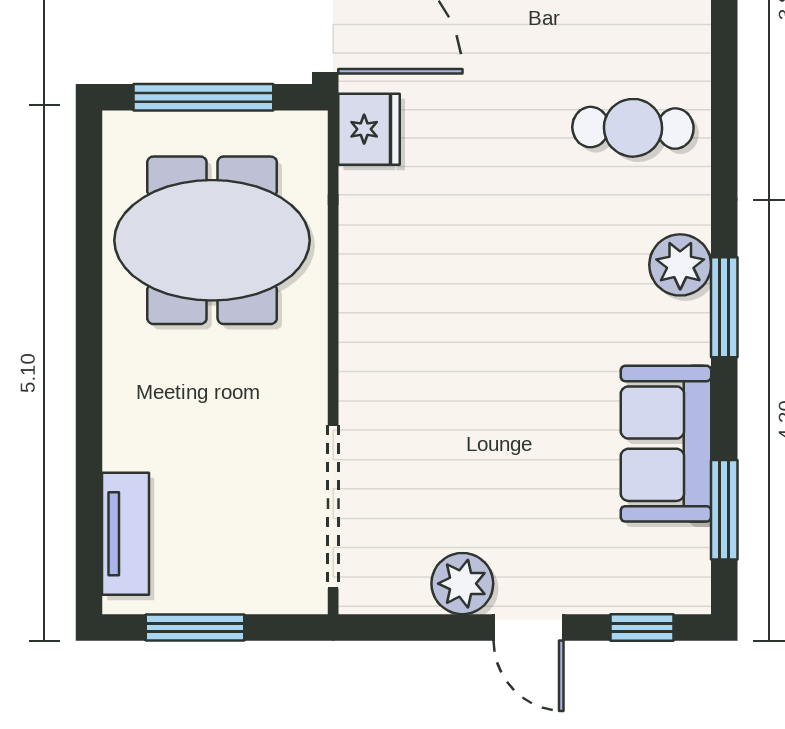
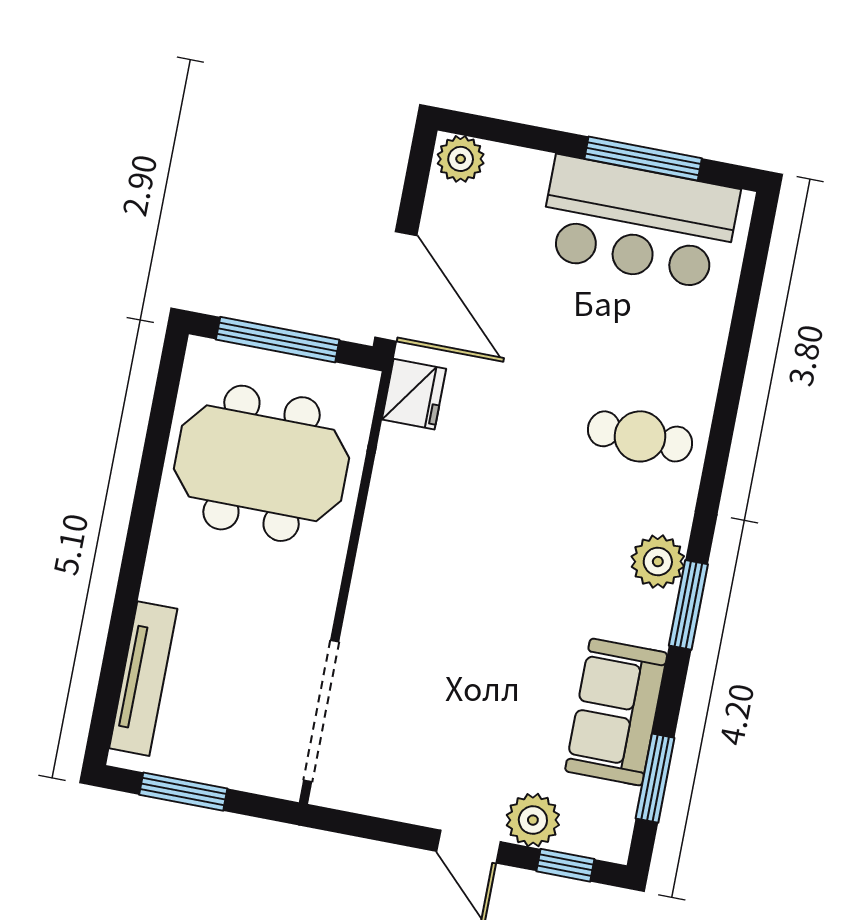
tv unit: (125, 534) -> (143, 679), width x1.41
plant: (462, 584) -> (533, 820), moved

